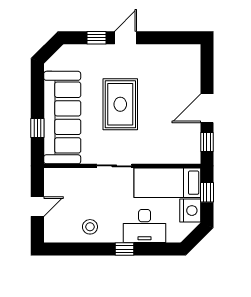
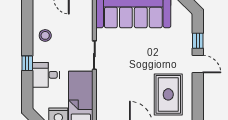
rug: (120, 104) -> (168, 94), moved, turned 90
desk: (145, 226) -> (46, 75), width x0.73

